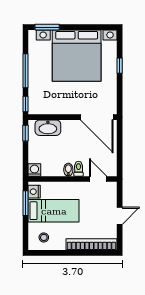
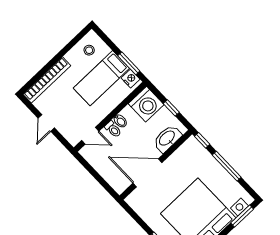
door: (97, 117) -> (147, 173), moved
window: (25, 133) -> (171, 108), moved
washing machine: (34, 170) -> (146, 104), width x1.89, depth x1.89

